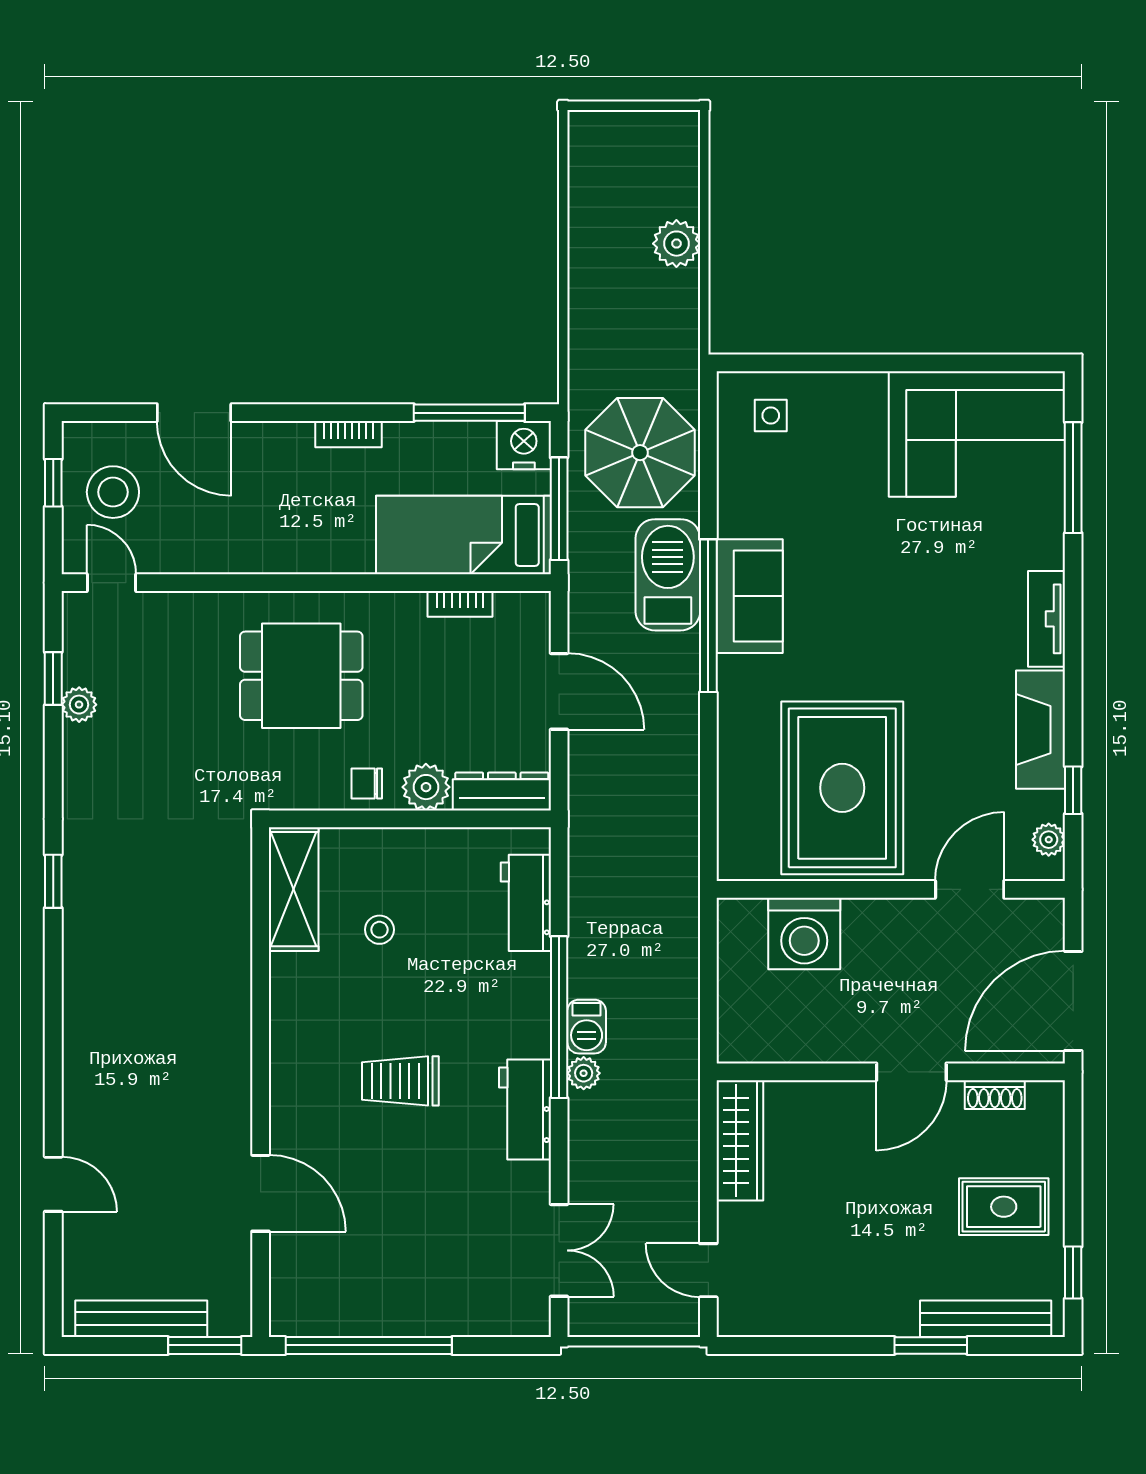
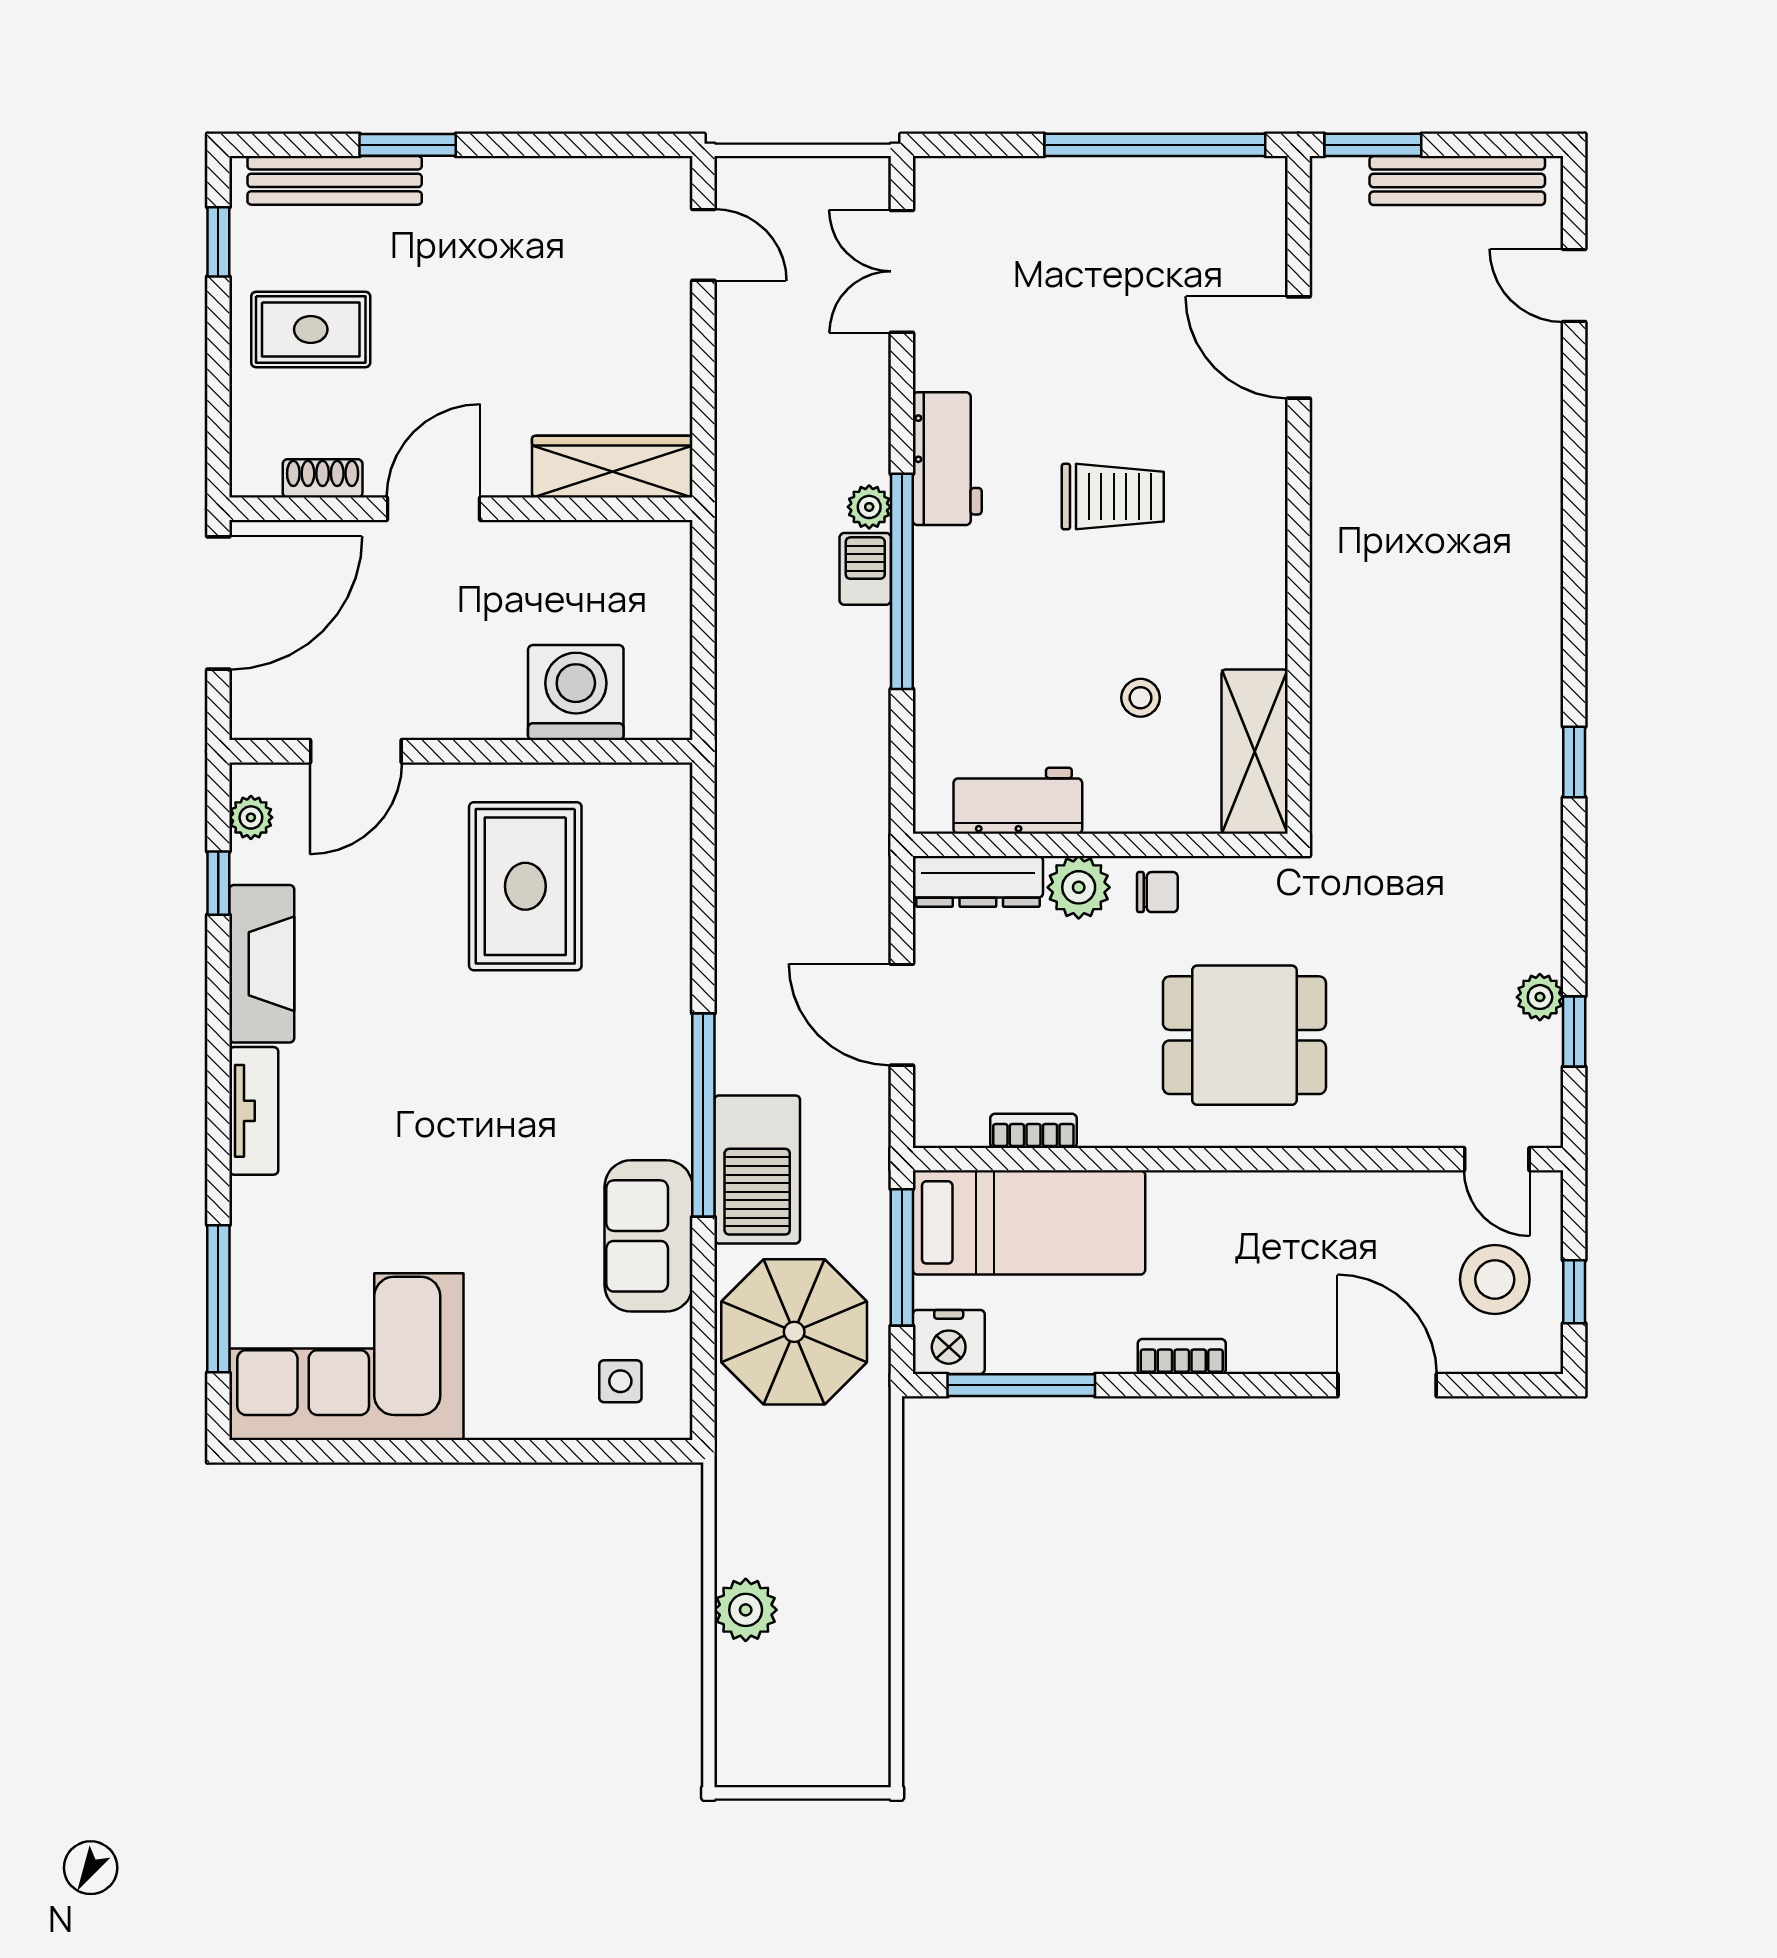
sofa: (750, 596) -> (649, 1236), moved
rug: (842, 788) -> (525, 886), width x0.73, depth x0.69
workbench: (526, 903) -> (1018, 801), moved, turned -90
wardrobe: (740, 1140) -> (612, 467), moved, turned 90
door: (53, 1184) -> (1574, 286), moved

